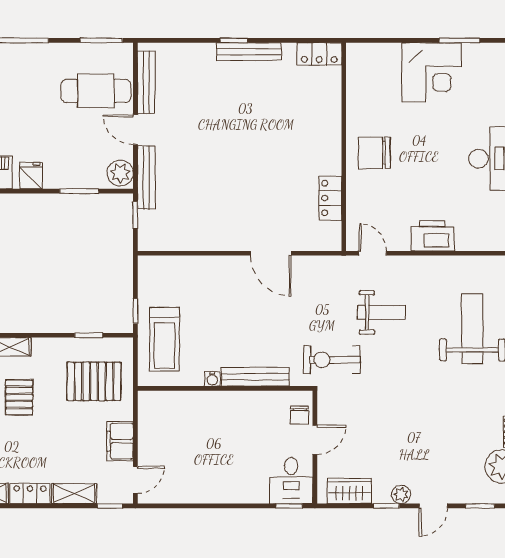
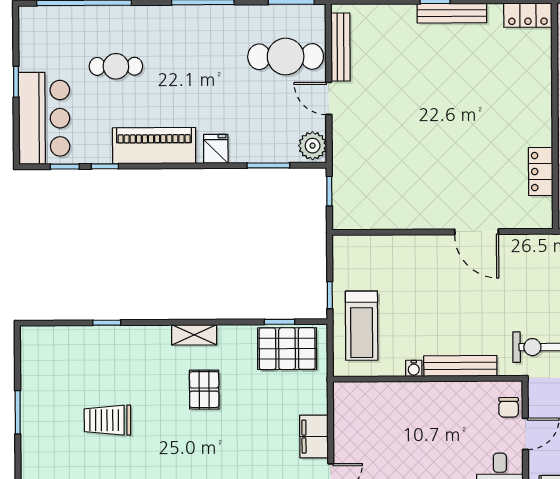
bench: (146, 178) -> (341, 150), removed
pallet: (94, 381) -> (287, 349), moved

